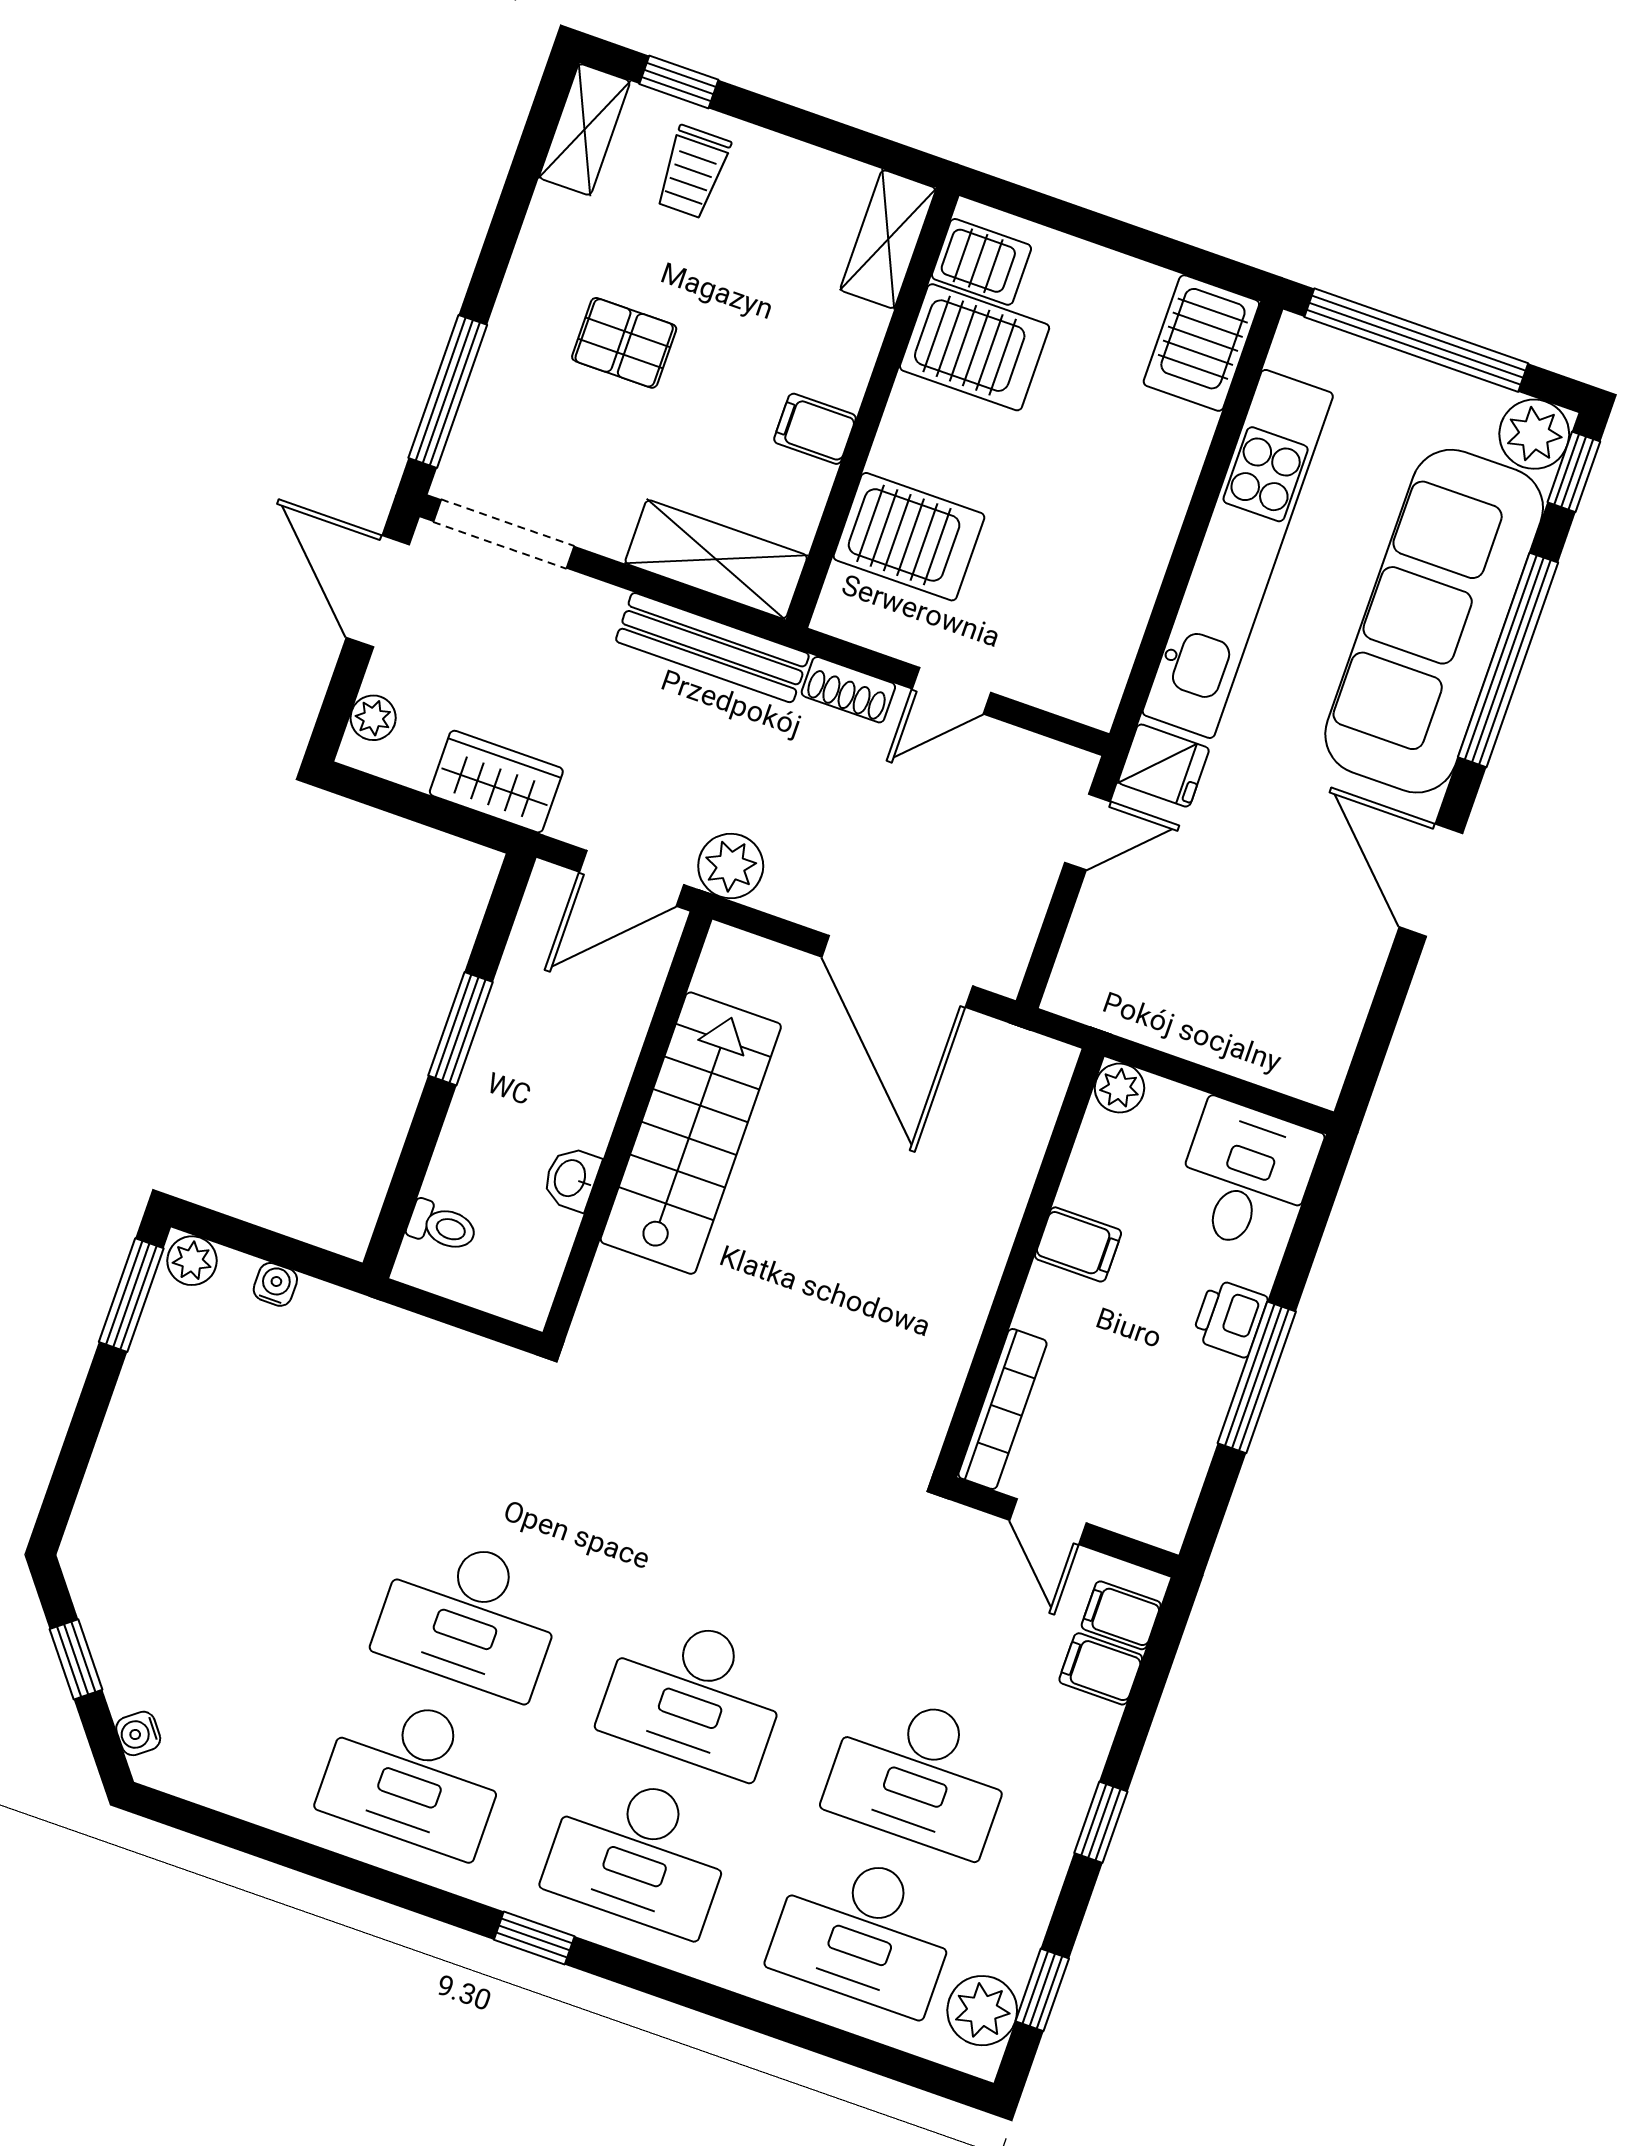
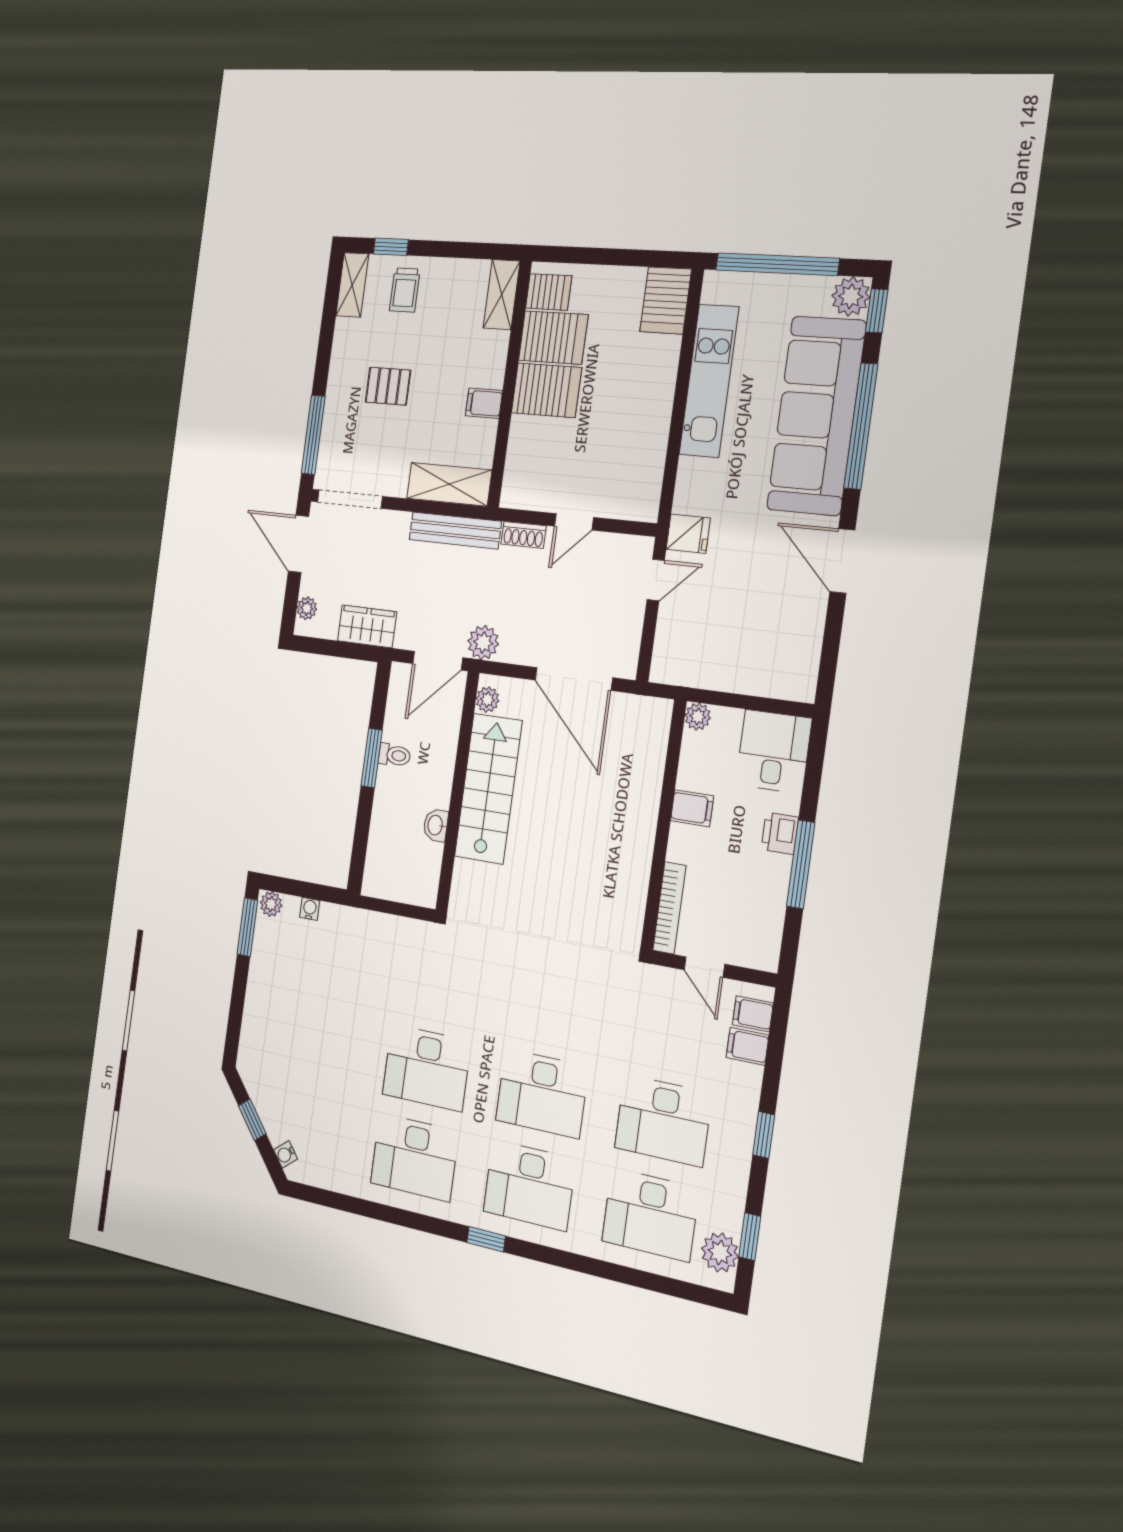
server rack: (909, 537) -> (546, 390), moved
kitchen unit: (1238, 554) -> (709, 381), width x0.73
plant: (720, 972) -> (488, 700), added
toilet: (442, 1226) -> (394, 755), moved

